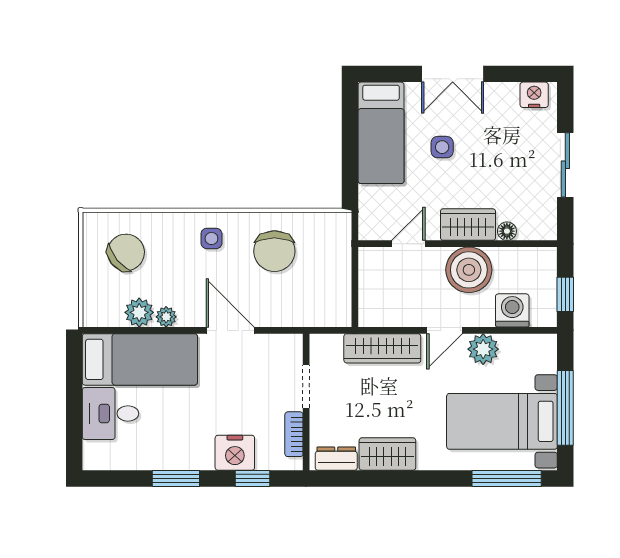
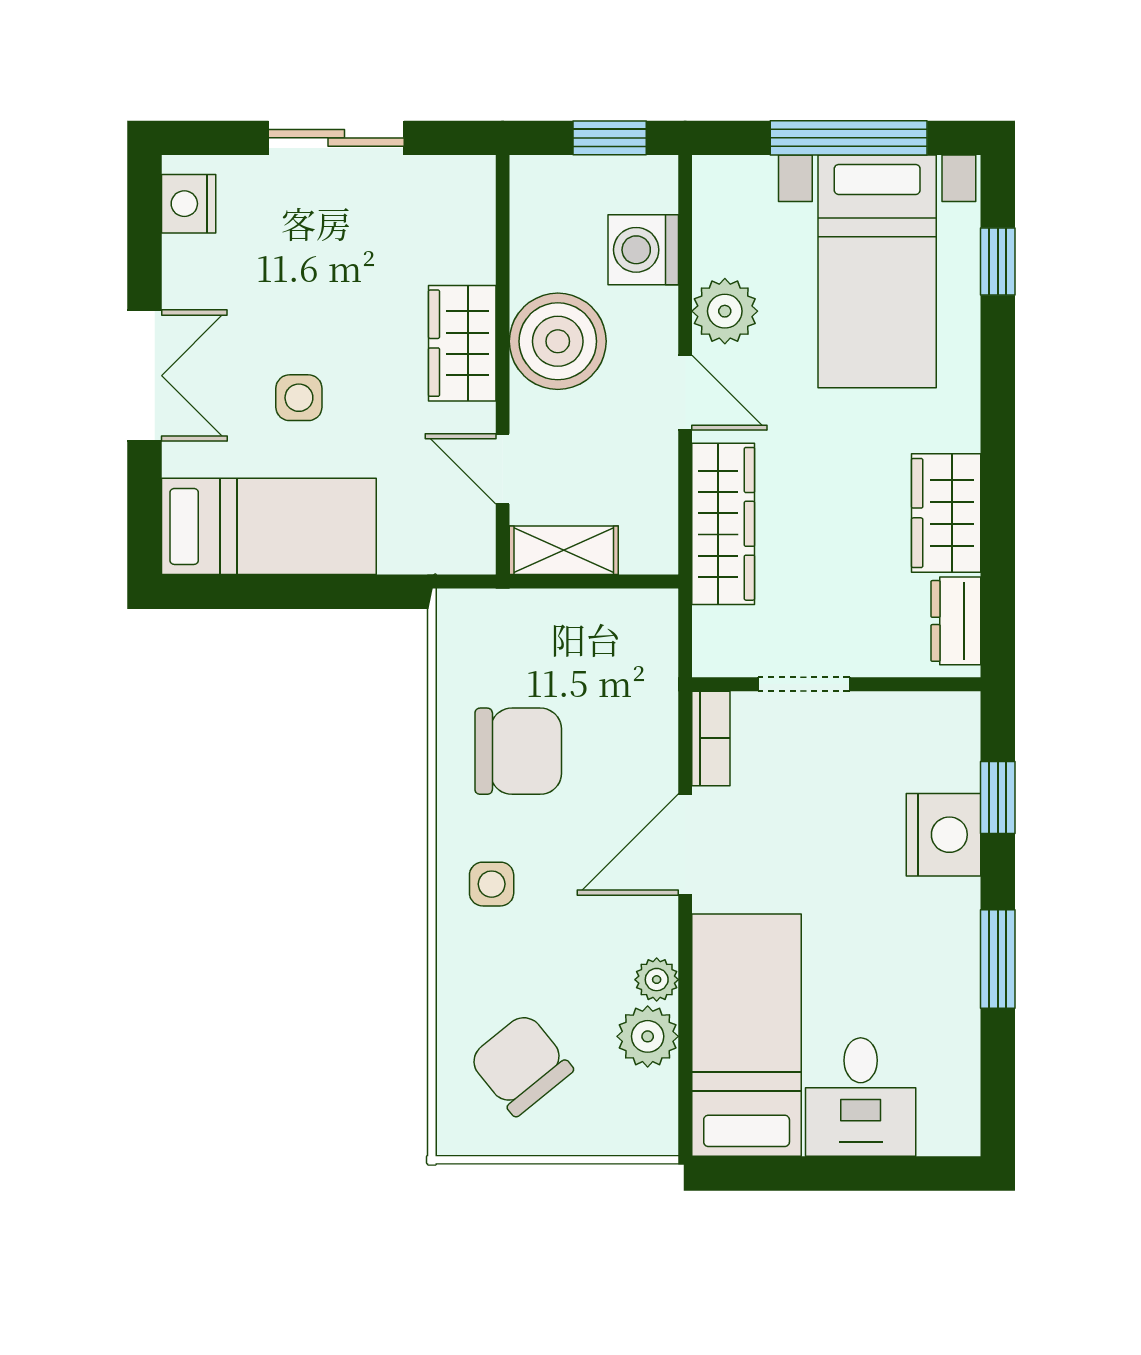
floor lamp: (507, 231) -> (476, 261), removed
shelving: (370, 273) -> (564, 550), added
bookcase: (294, 434) -> (711, 738), moved, turned -90
window: (507, 478) -> (998, 262), width x0.46

